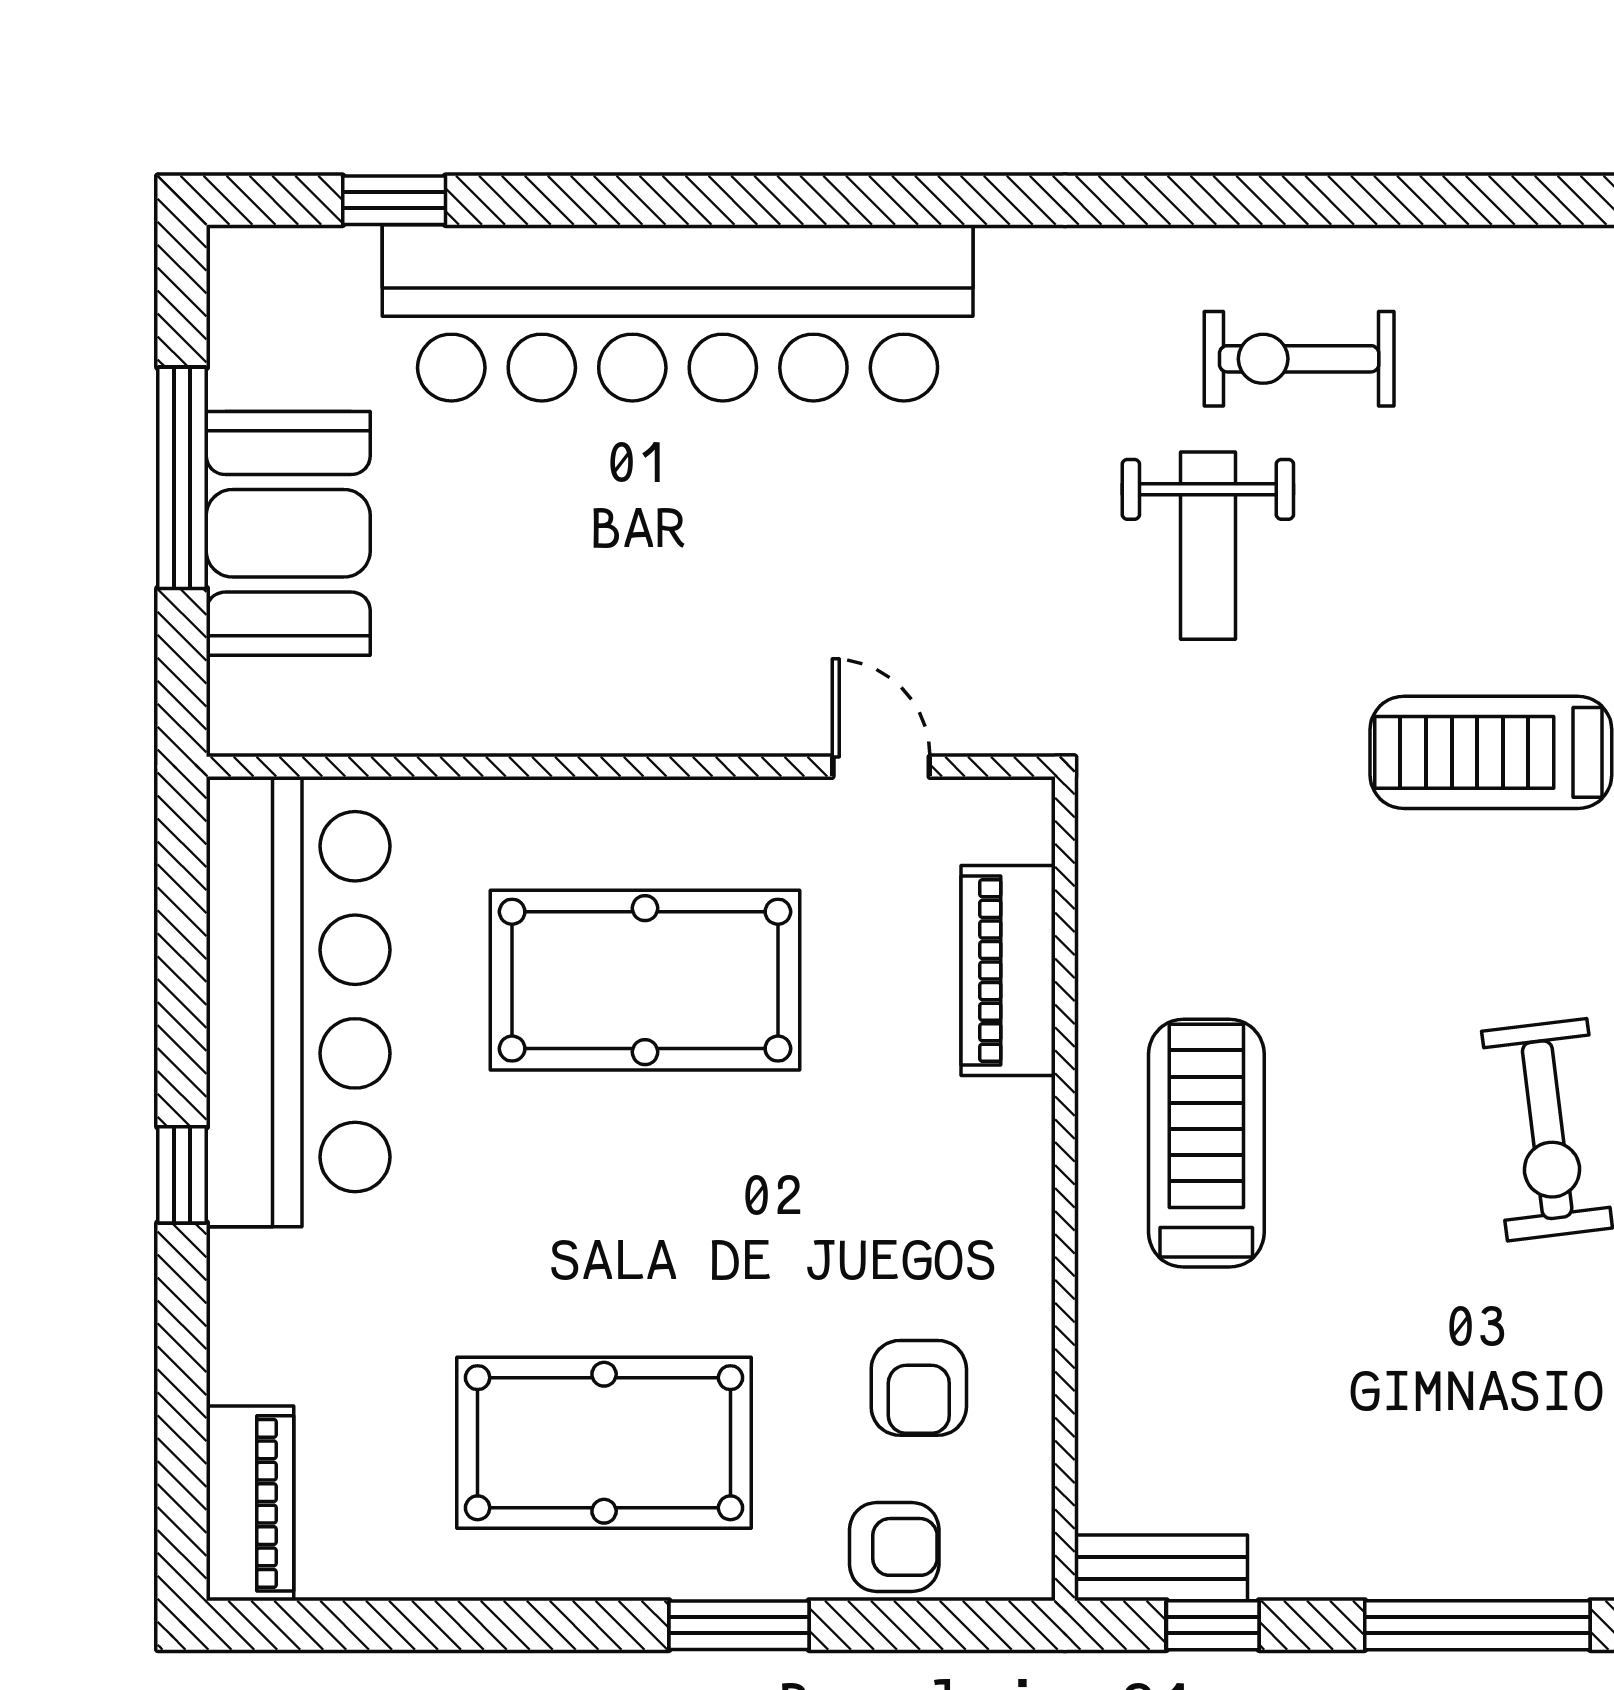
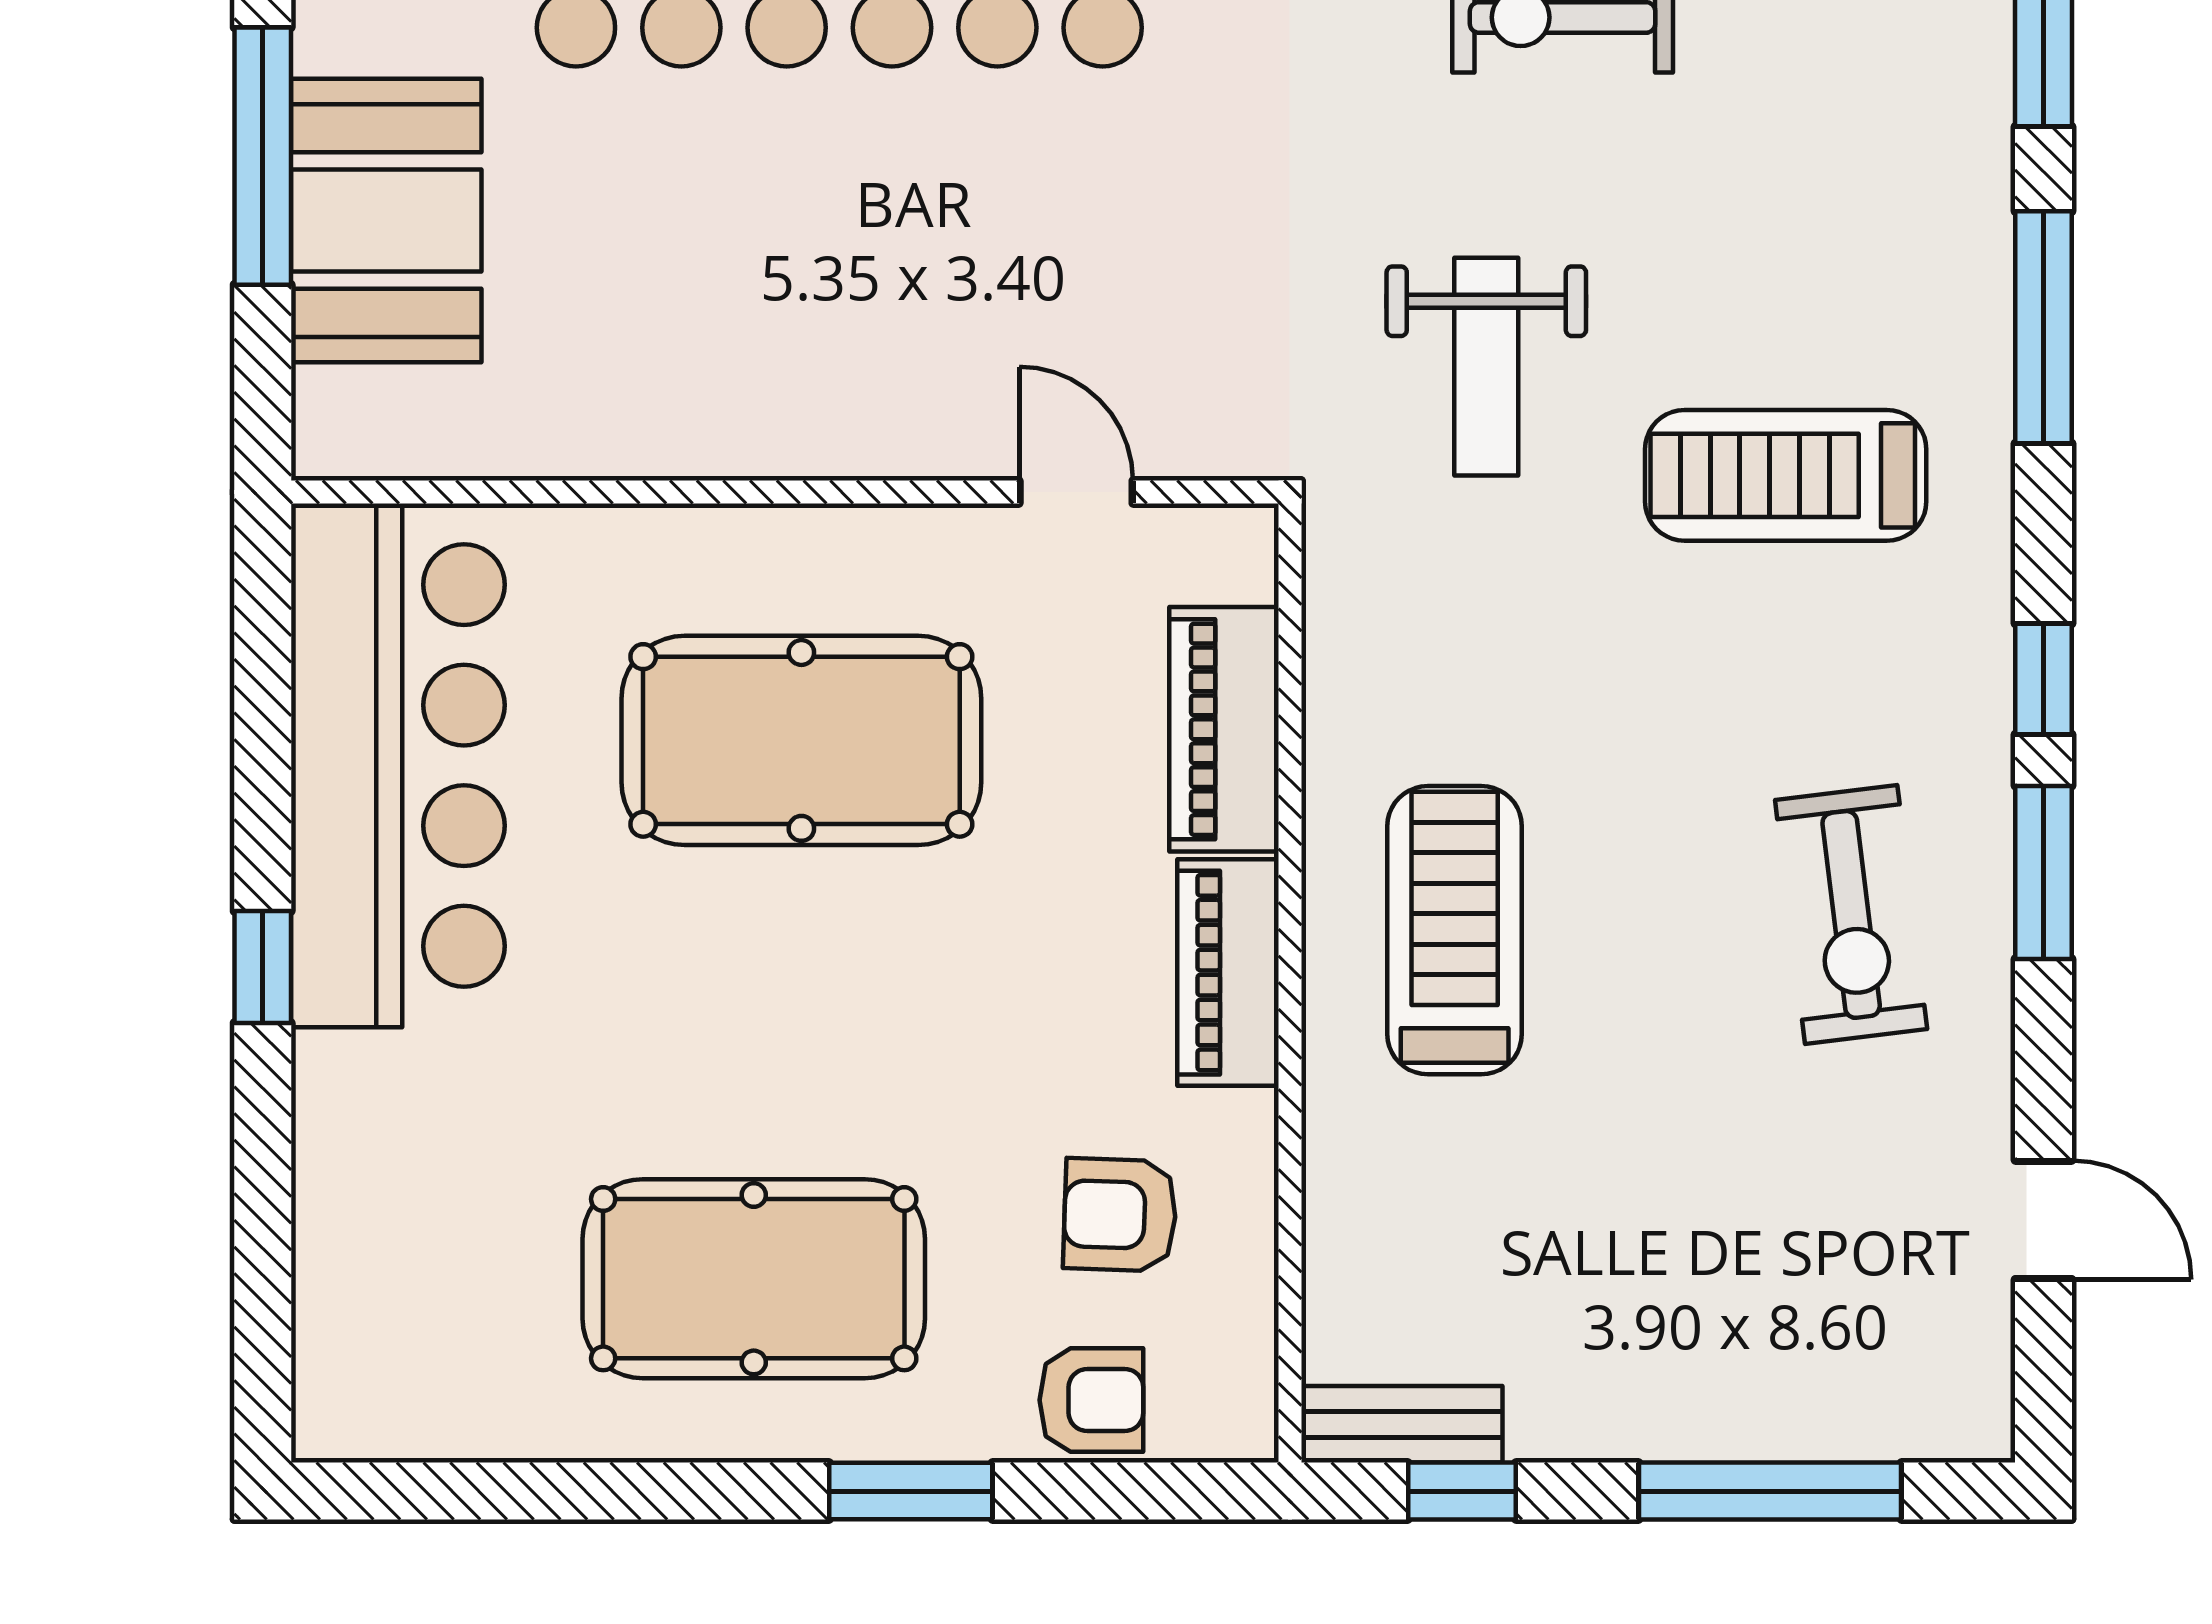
weight bench: (1208, 546) -> (1486, 367), moved
armchair: (919, 1388) -> (1120, 1215), turned 92
piano: (250, 1503) -> (1228, 973), moved, turned 180

